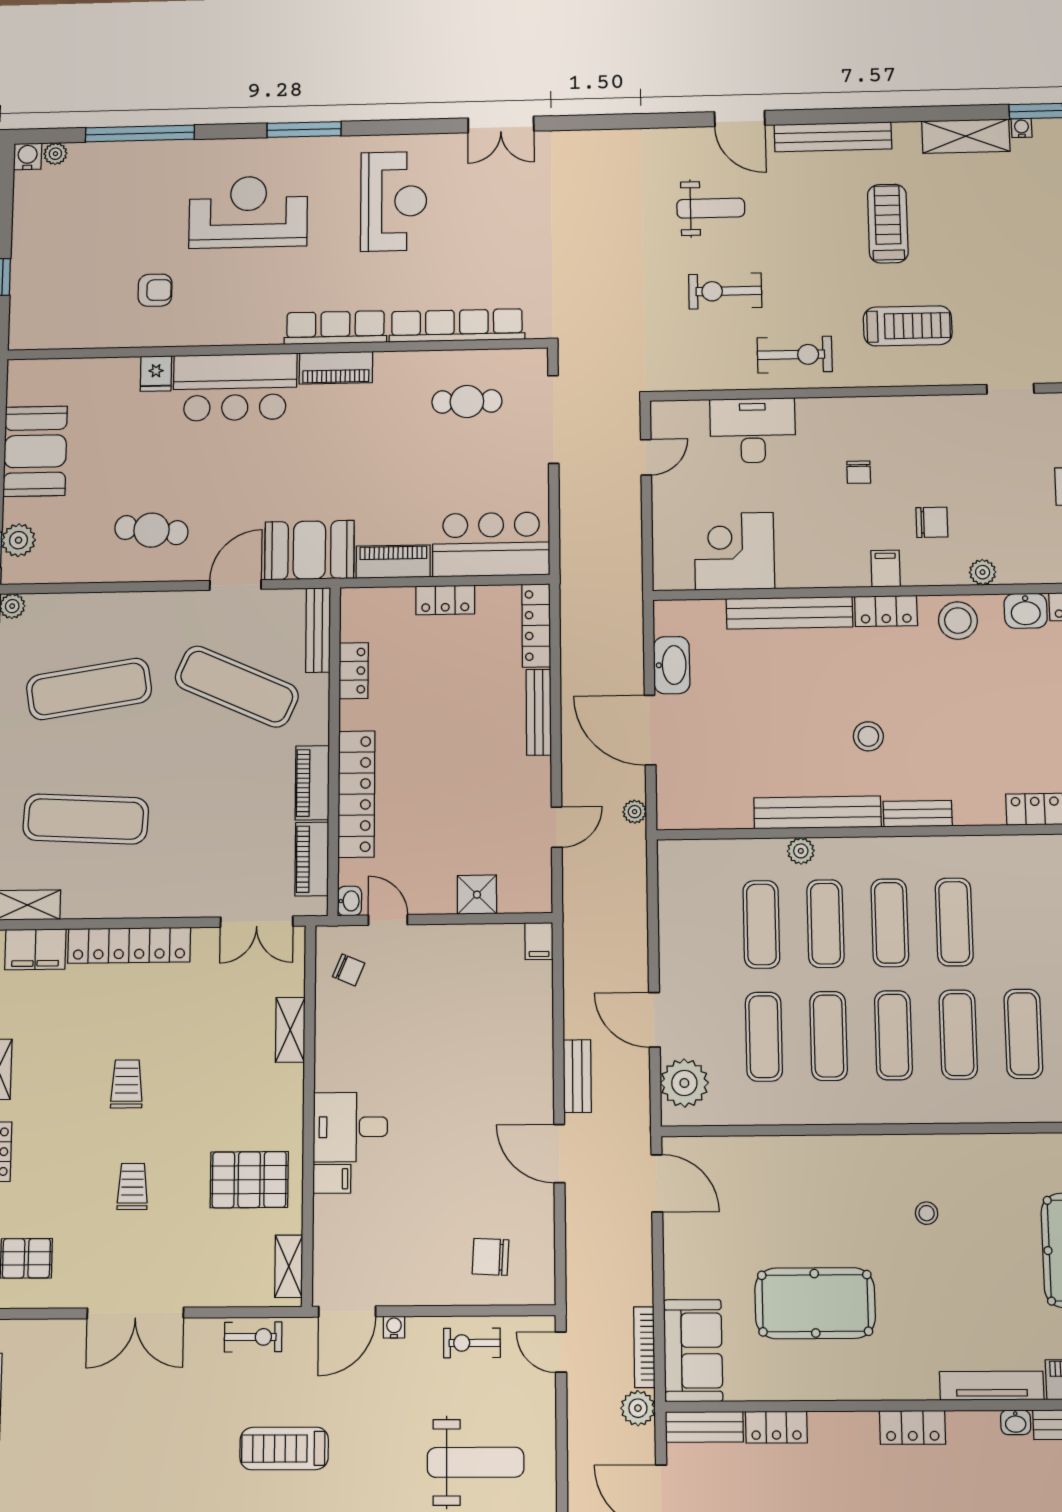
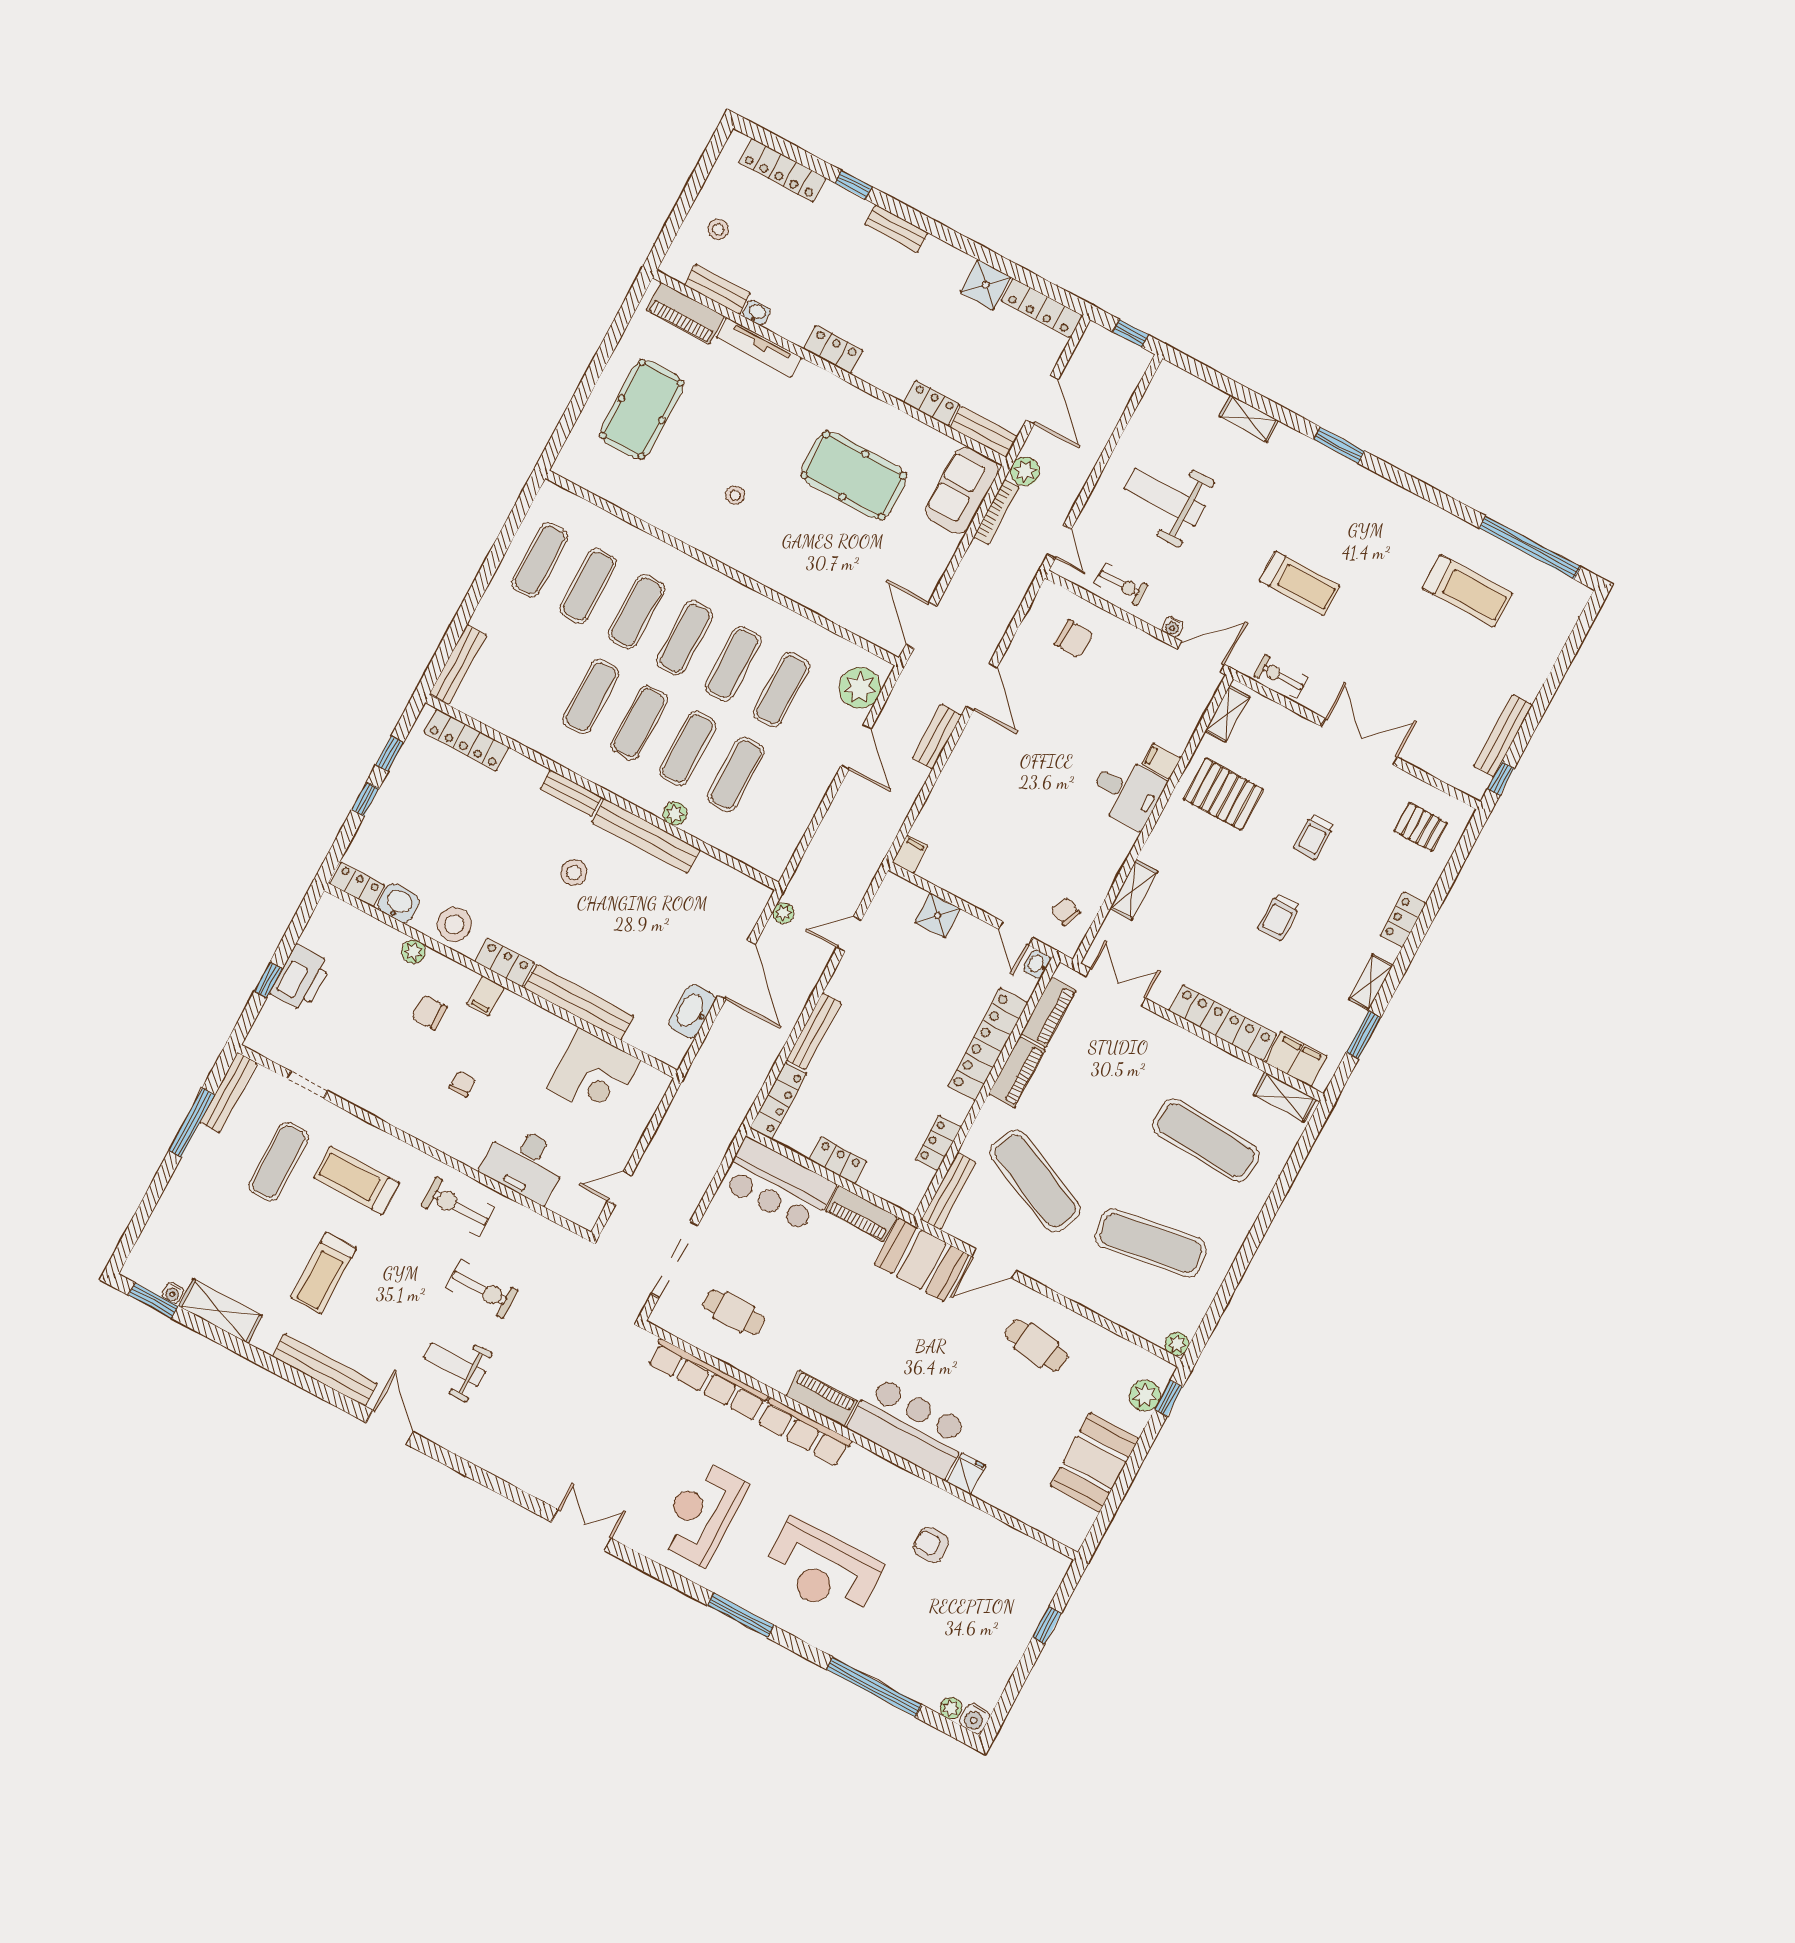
exercise mat: (994, 302) -> (279, 1162), added

